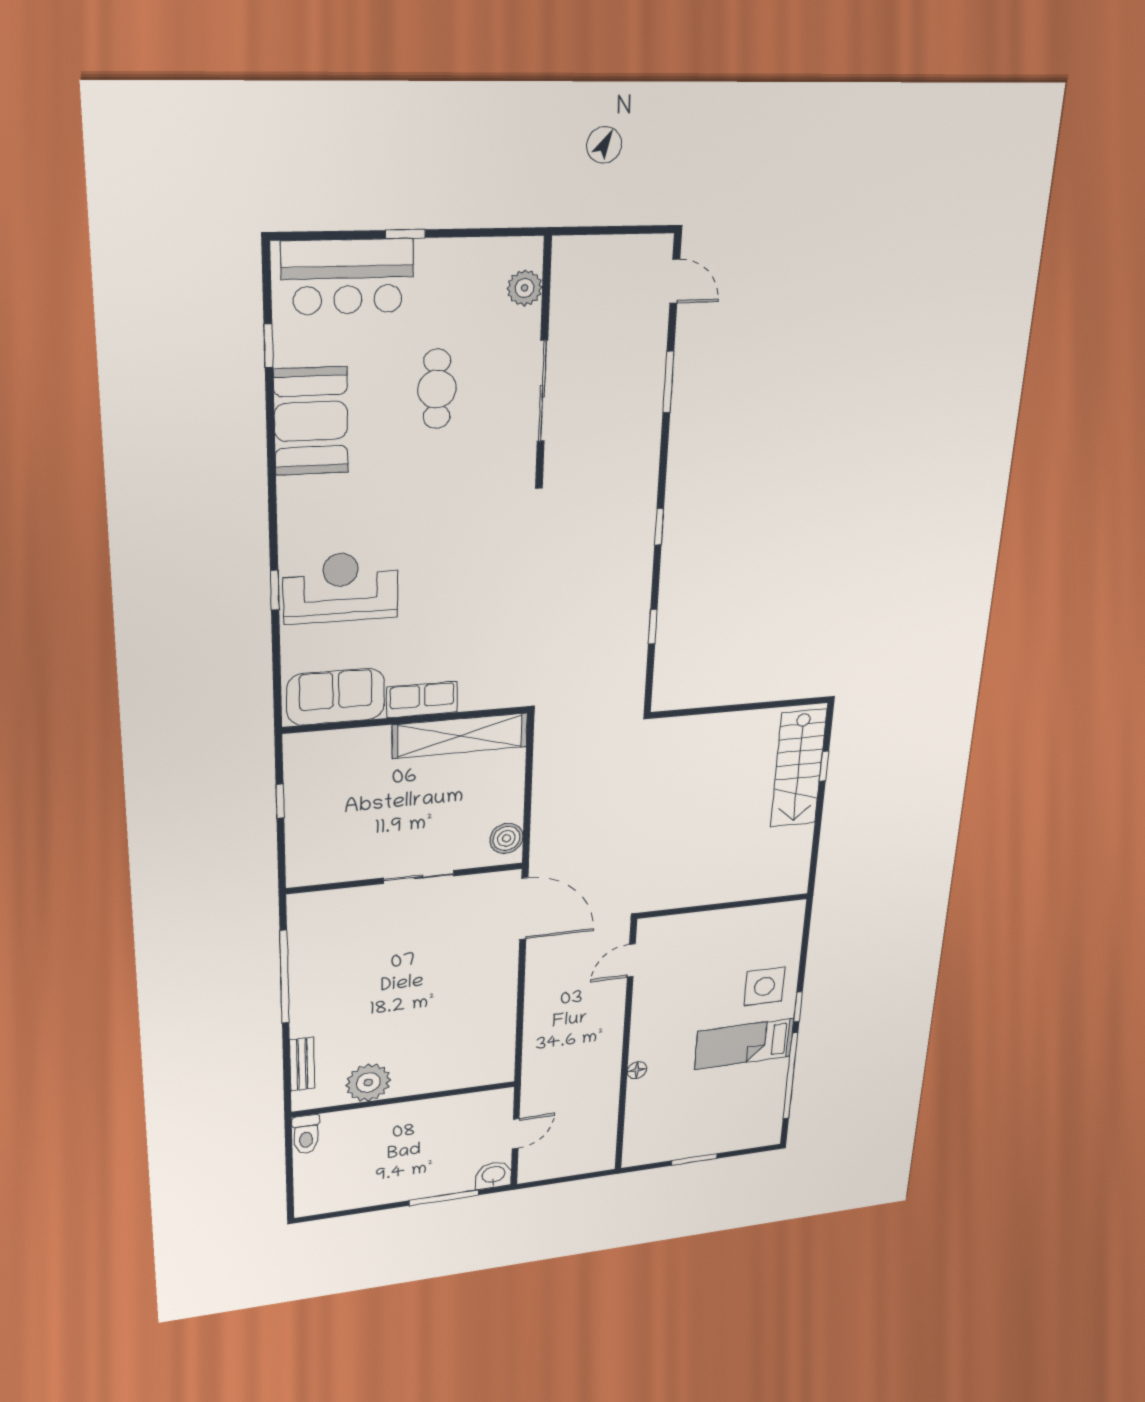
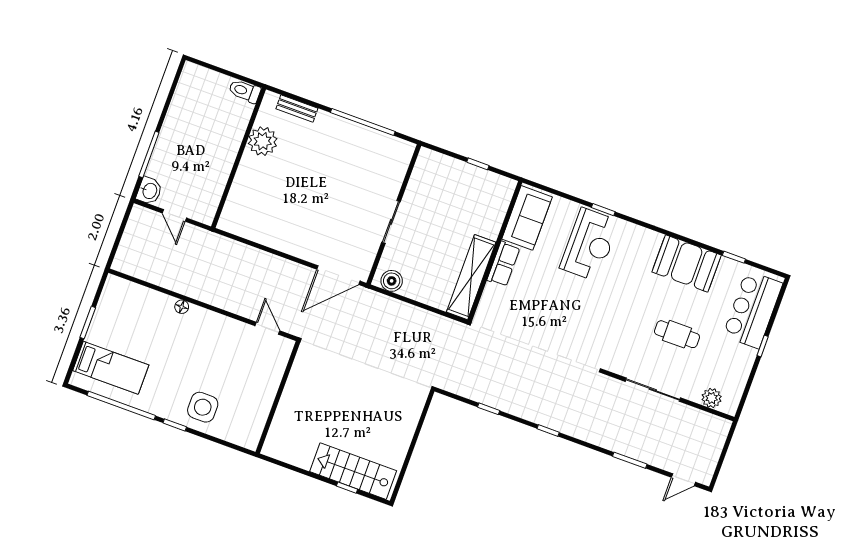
bed: (744, 1044) -> (111, 368), moved, turned 90

